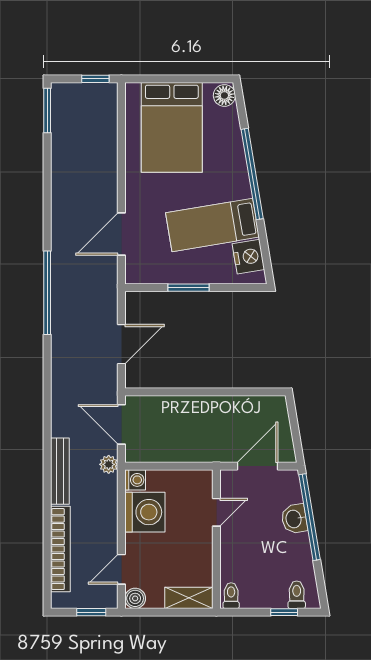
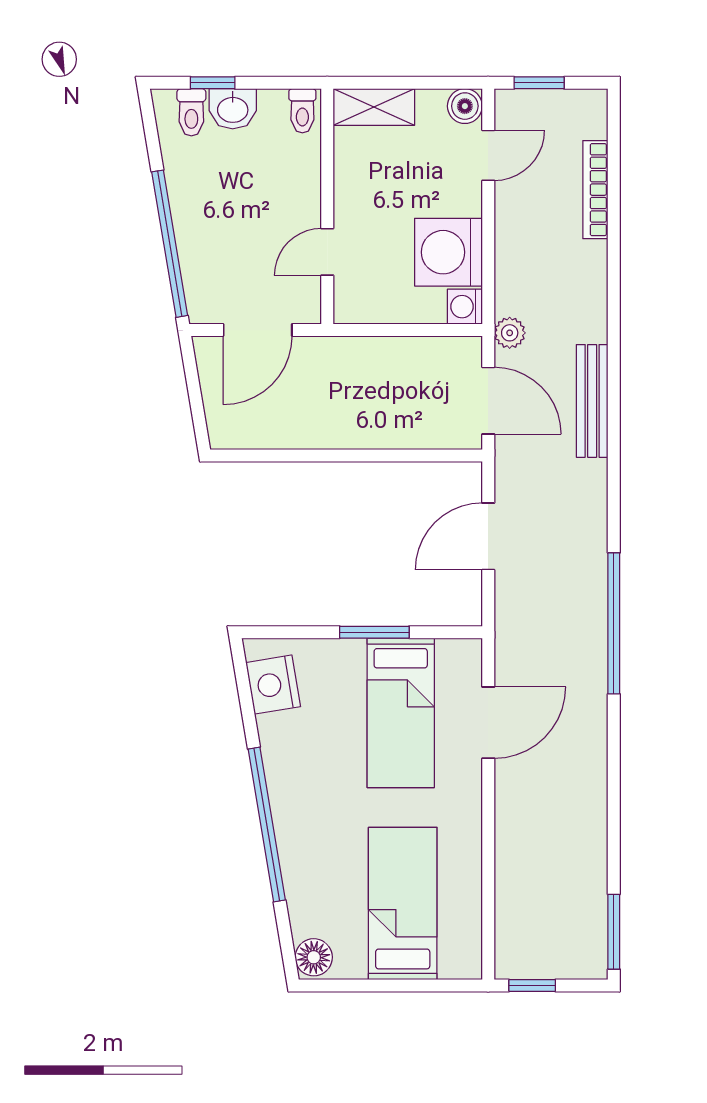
bed: (172, 127) -> (403, 903), width x0.67
bed: (212, 225) -> (401, 713), moved, turned 99
bench: (60, 471) -> (592, 401), moved
washbasin: (294, 519) -> (233, 109), moved, turned 99
bookcase: (60, 549) -> (595, 190), width x0.68, depth x0.76

